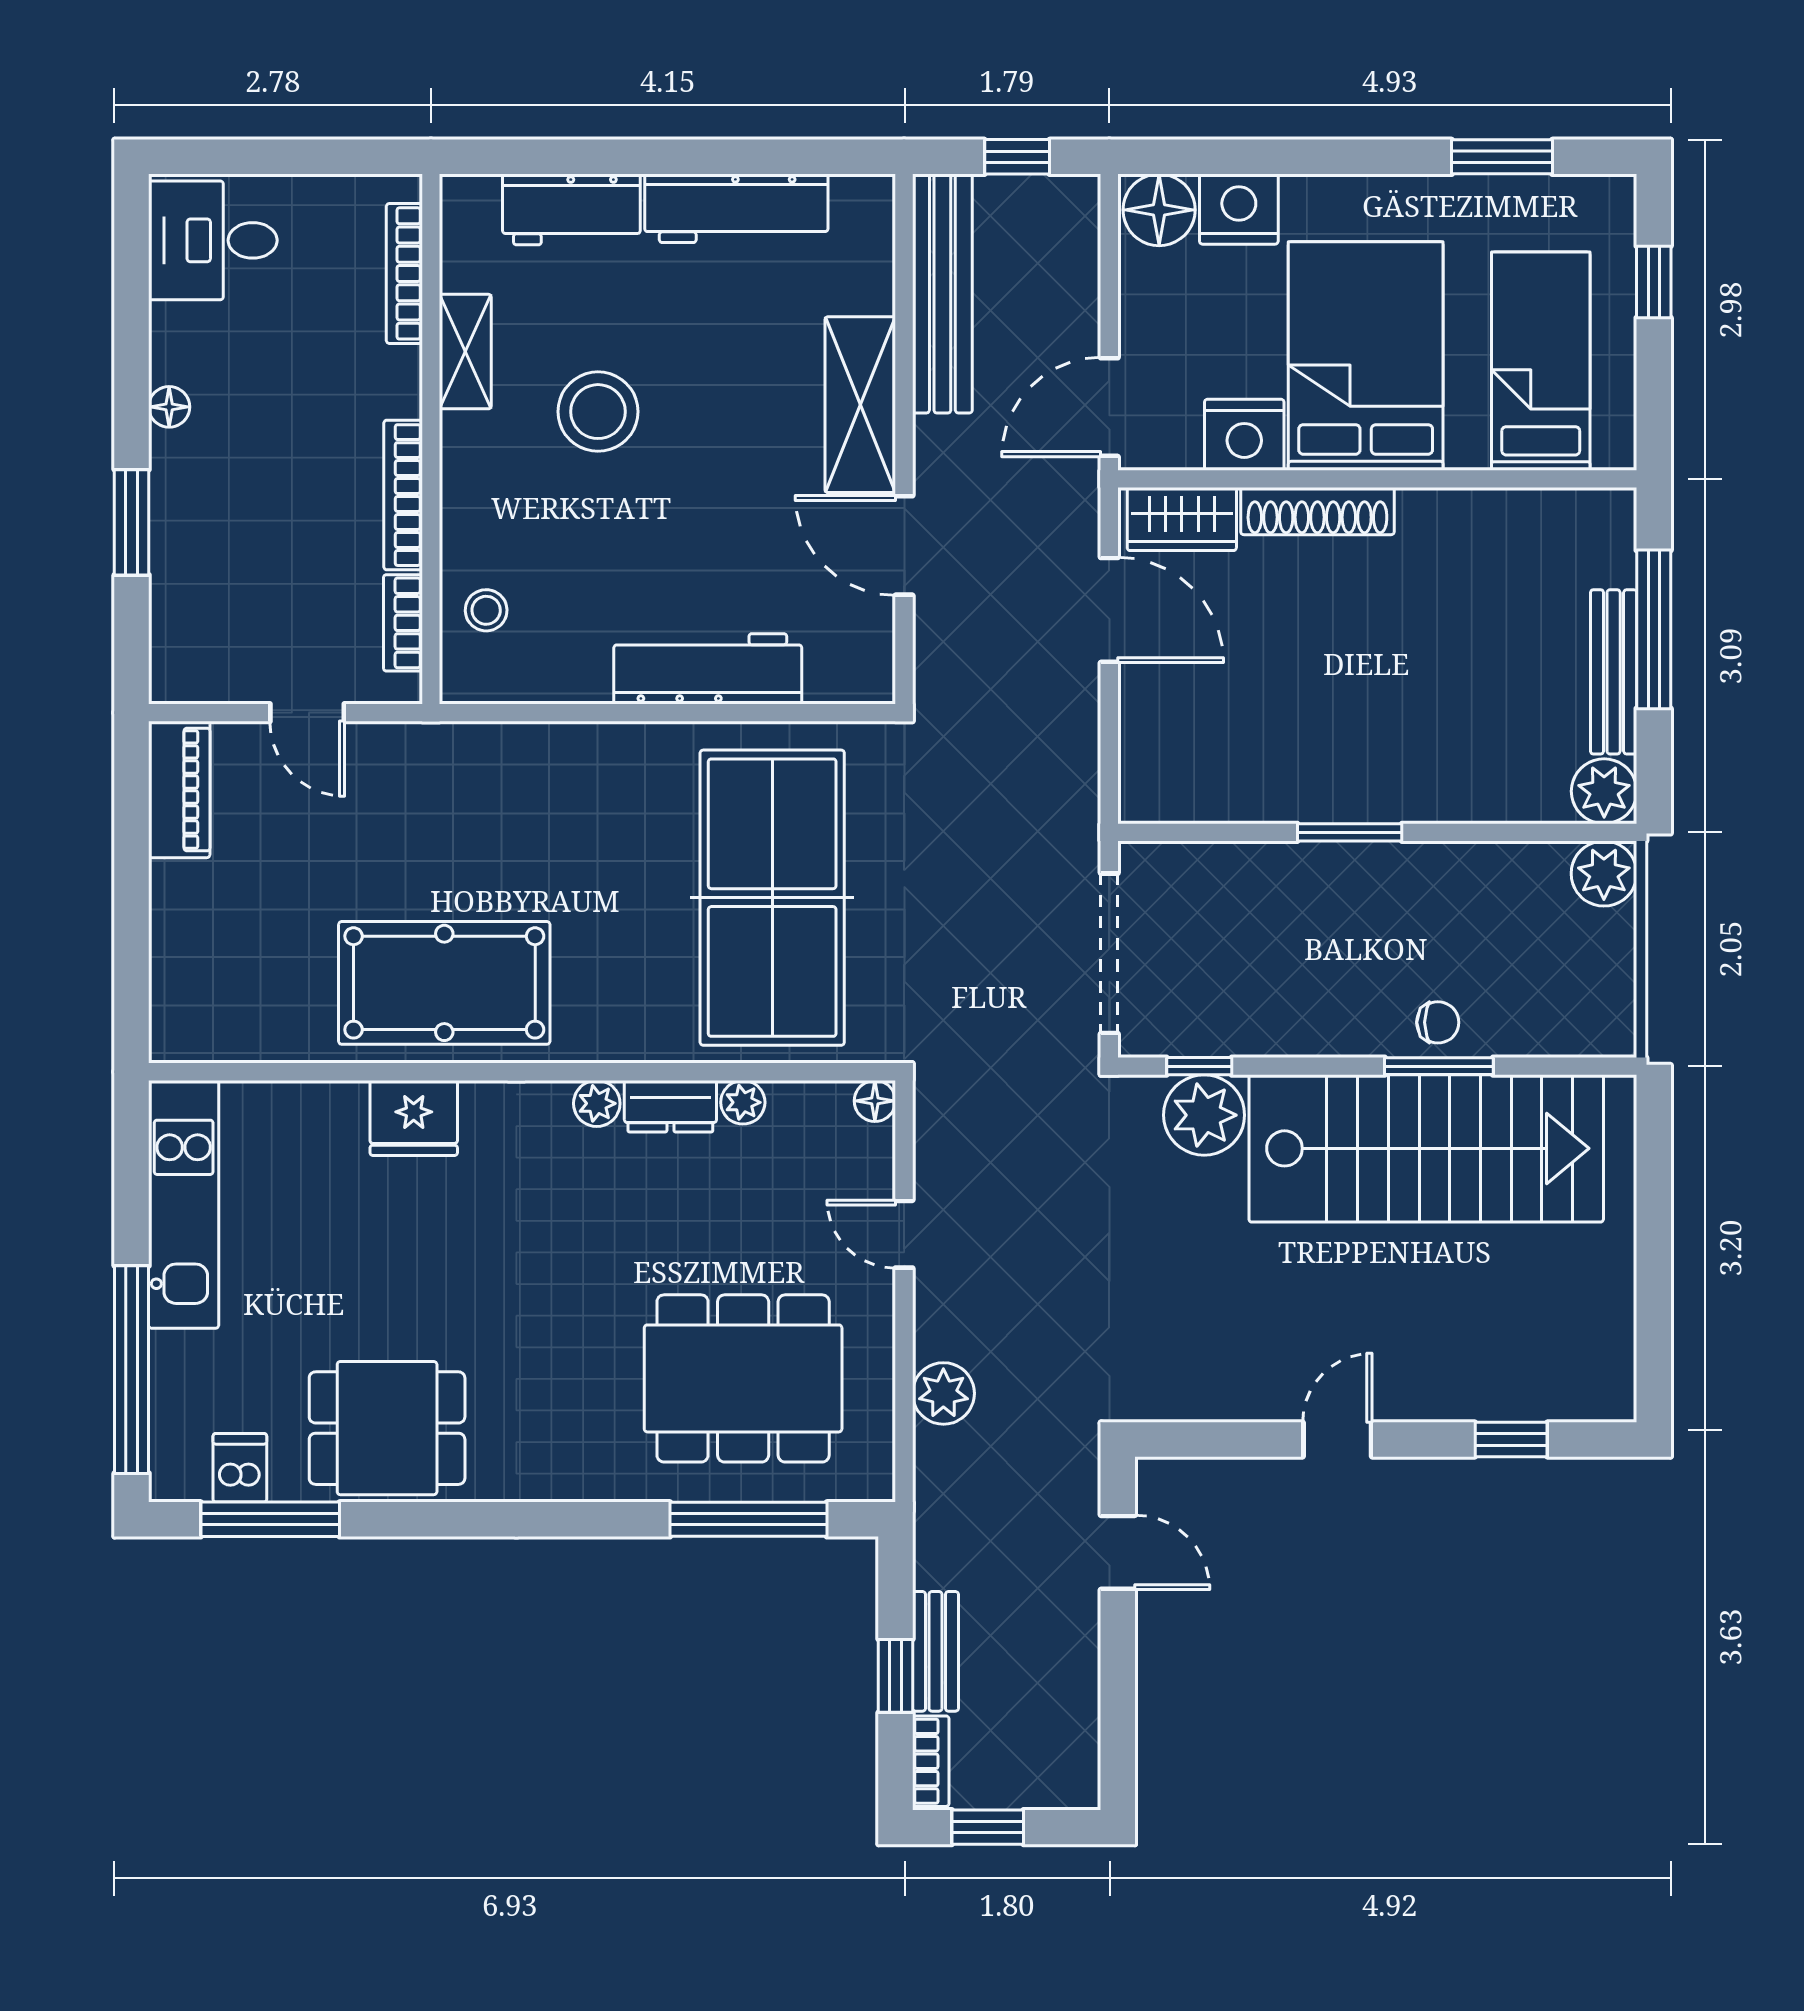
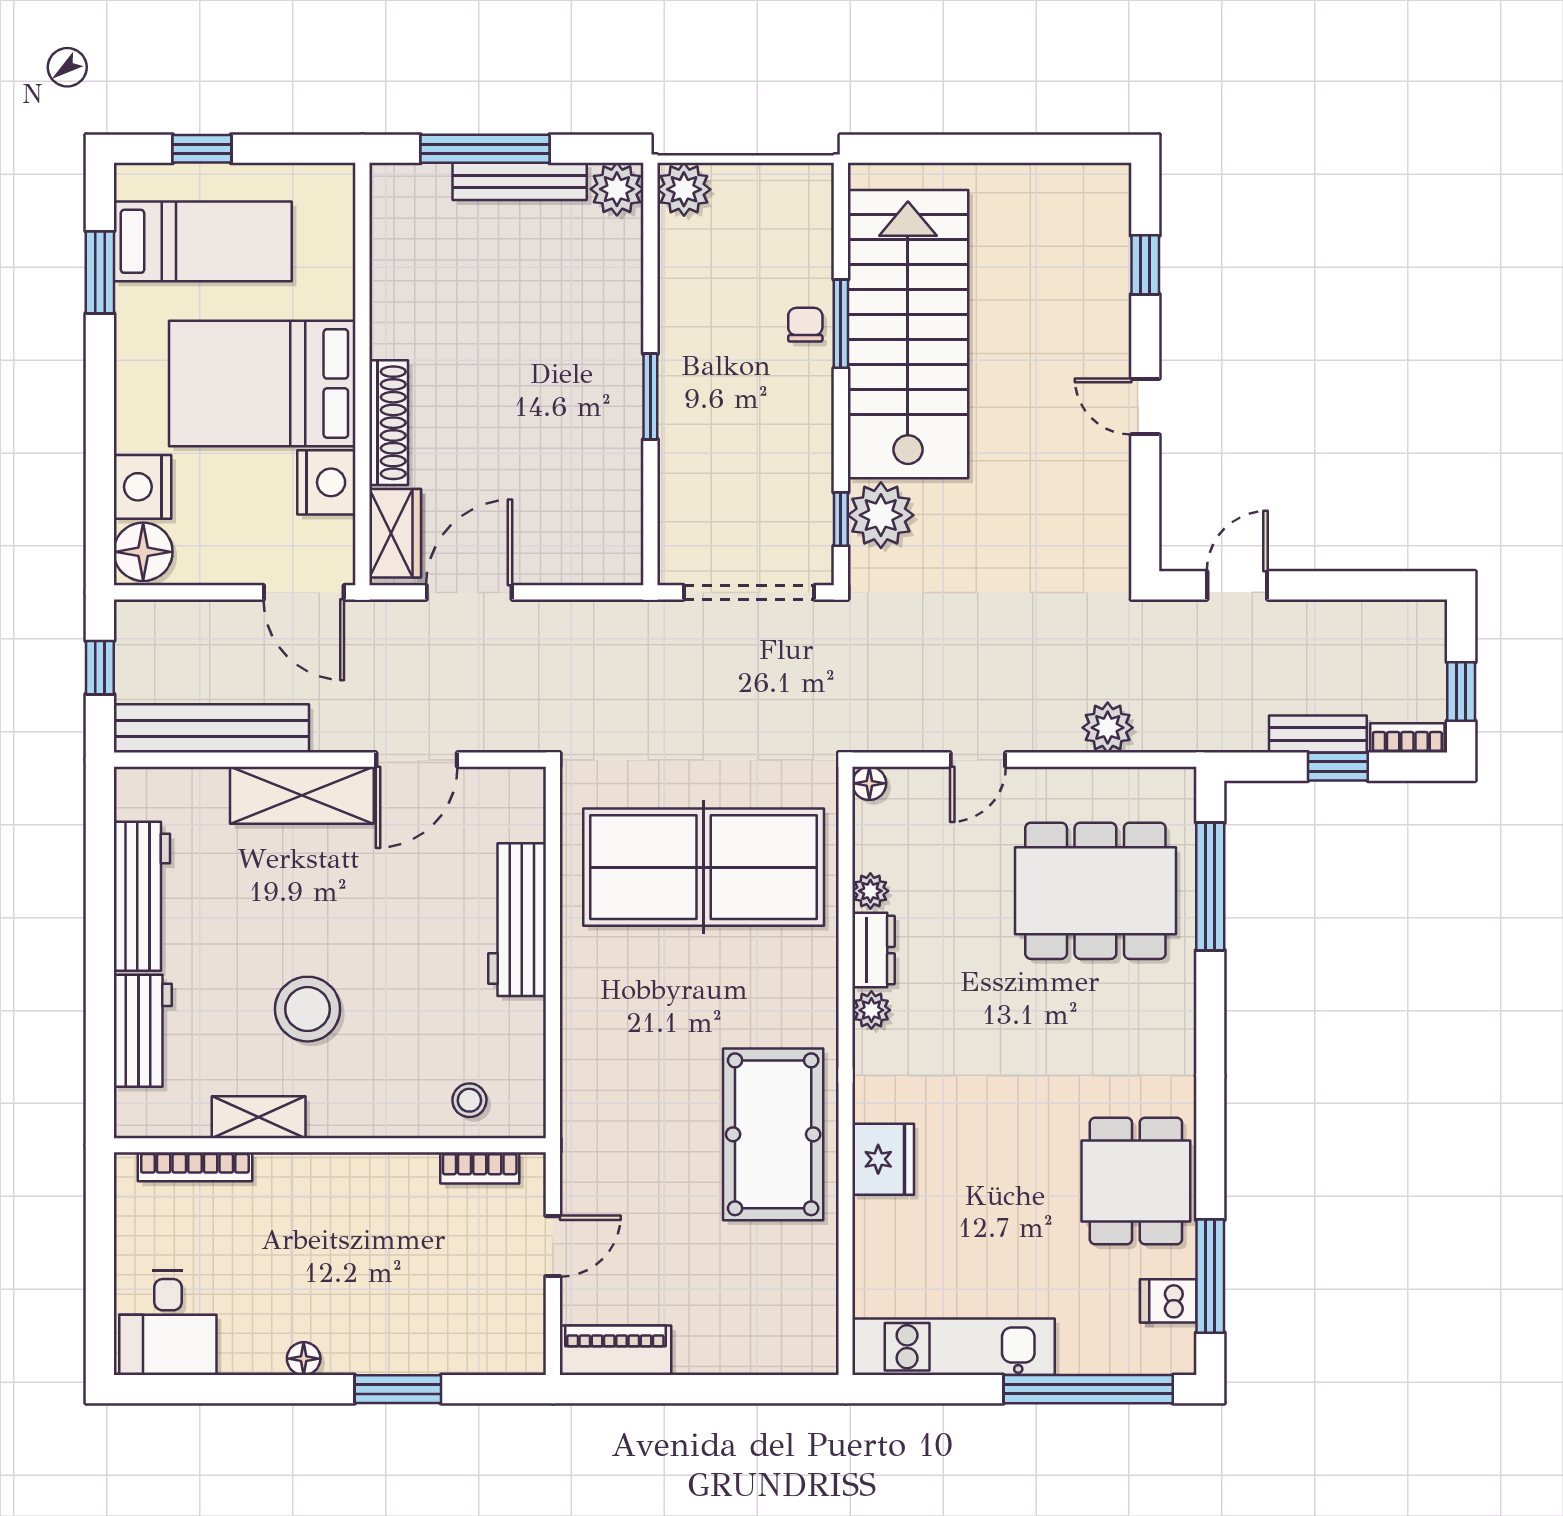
bed: (1541, 361) -> (203, 241), moved, turned 180
bookcase: (403, 495) -> (375, 1168), removed
dining table: (743, 1378) -> (1095, 891), turned 90

